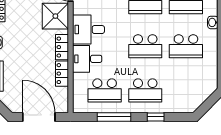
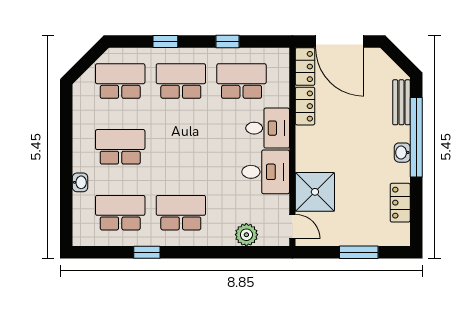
school desk: (145, 46) -> (120, 81), moved
locker: (62, 47) -> (305, 67), moved
window: (114, 117) -> (227, 41), width x0.46

